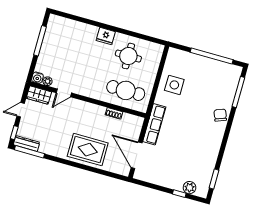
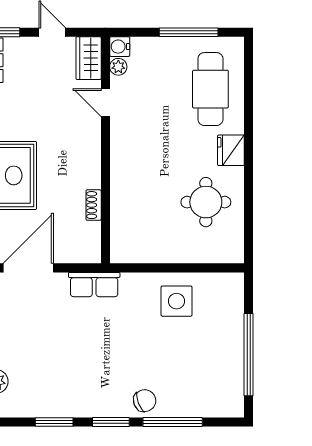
cafe table: (126, 90) -> (210, 89), moved
window: (238, 92) -> (173, 422), moved
row of seats: (154, 124) -> (94, 285), width x0.68
window: (226, 135) -> (111, 422), added
window: (214, 179) -> (54, 422), moved

